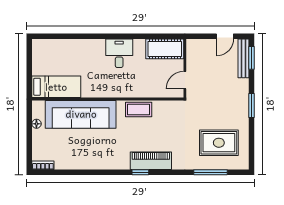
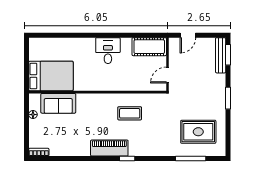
door: (225, 36) -> (188, 35), moved
bed: (56, 87) -> (51, 76), width x1.50
coffee table: (139, 109) -> (130, 113), moved
sofa: (81, 114) -> (58, 103), width x0.54, depth x0.79
piano: (151, 161) -> (109, 148), moved

